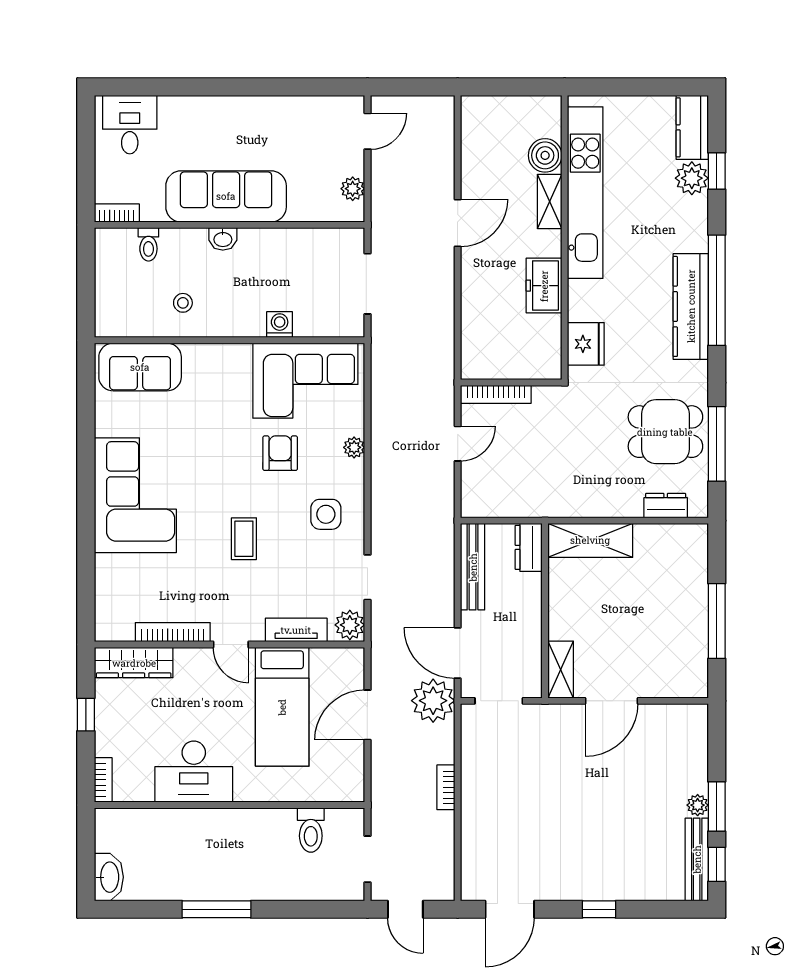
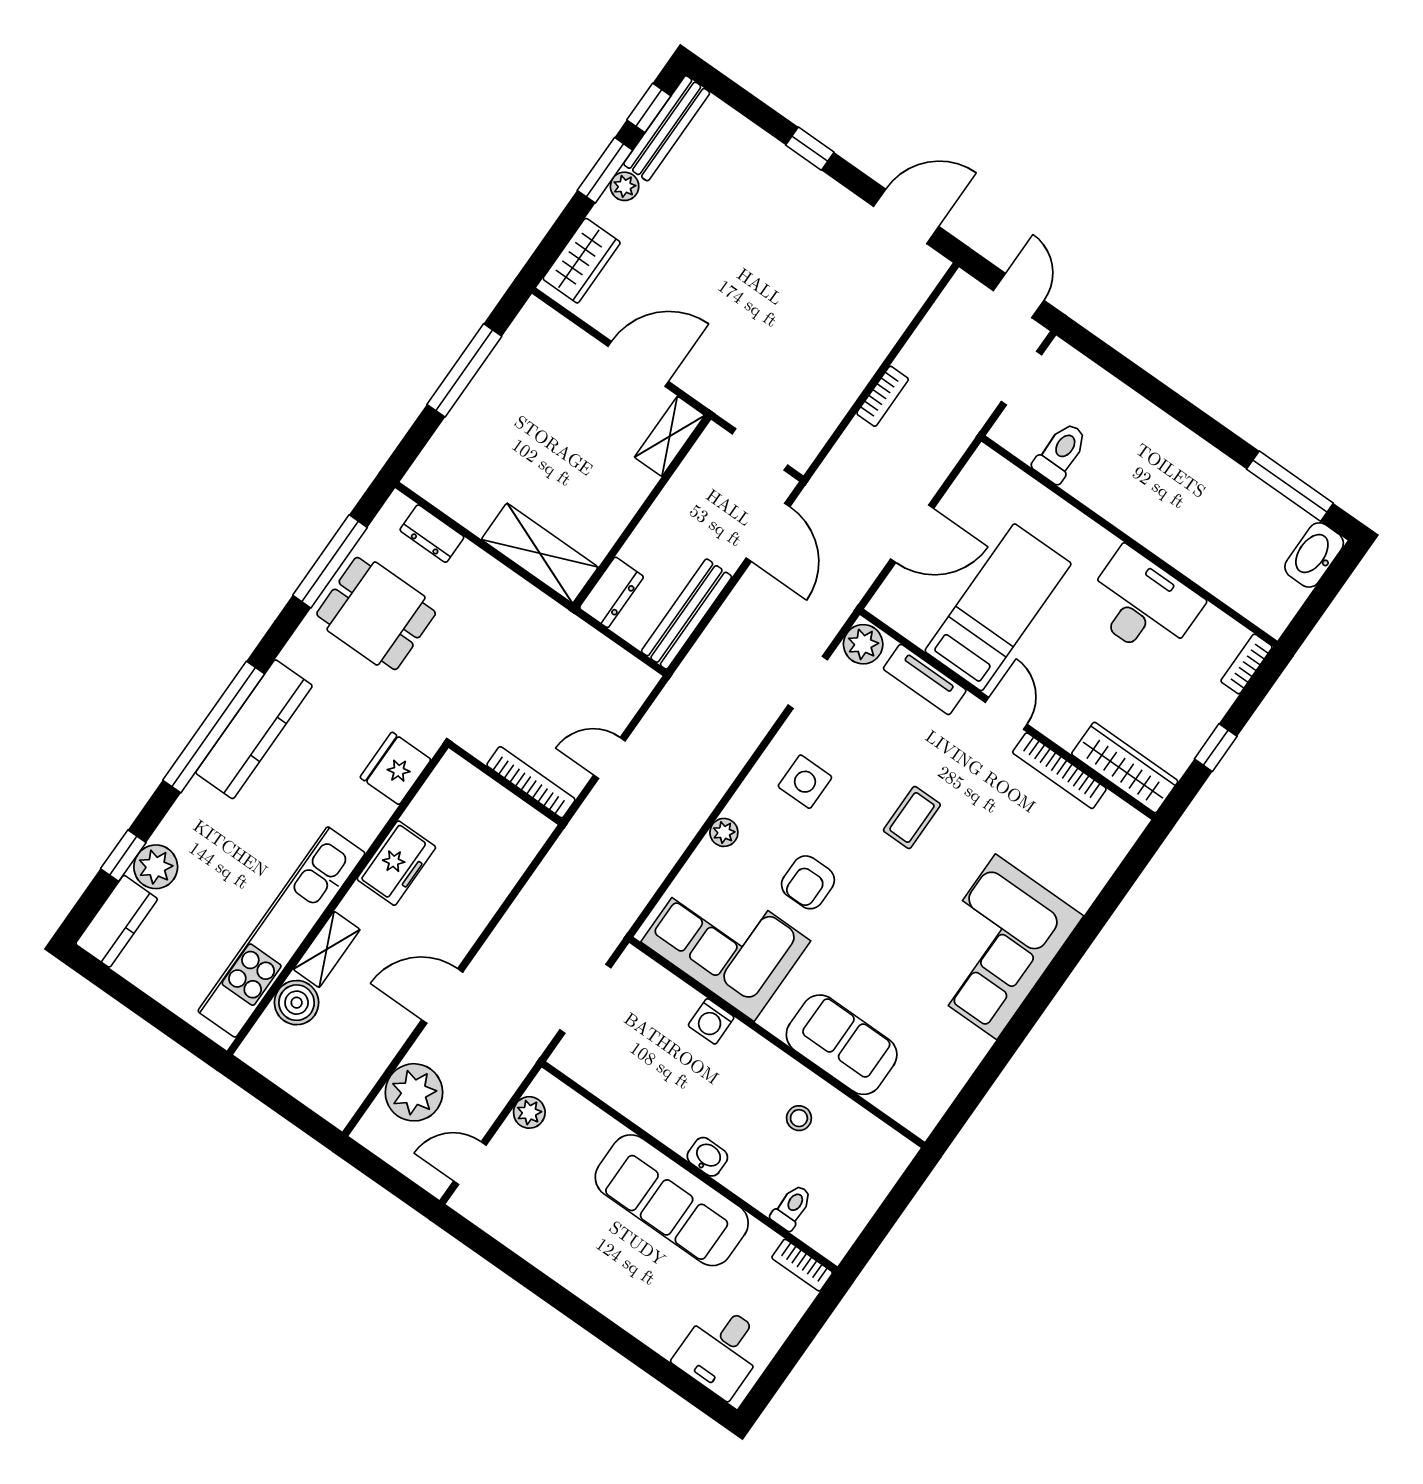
sofa: (140, 367) -> (842, 1045), moved
plant: (433, 701) -> (414, 1092), moved
wardrobe: (692, 740) -> (582, 261), added
window: (216, 909) -> (1290, 486), moved

